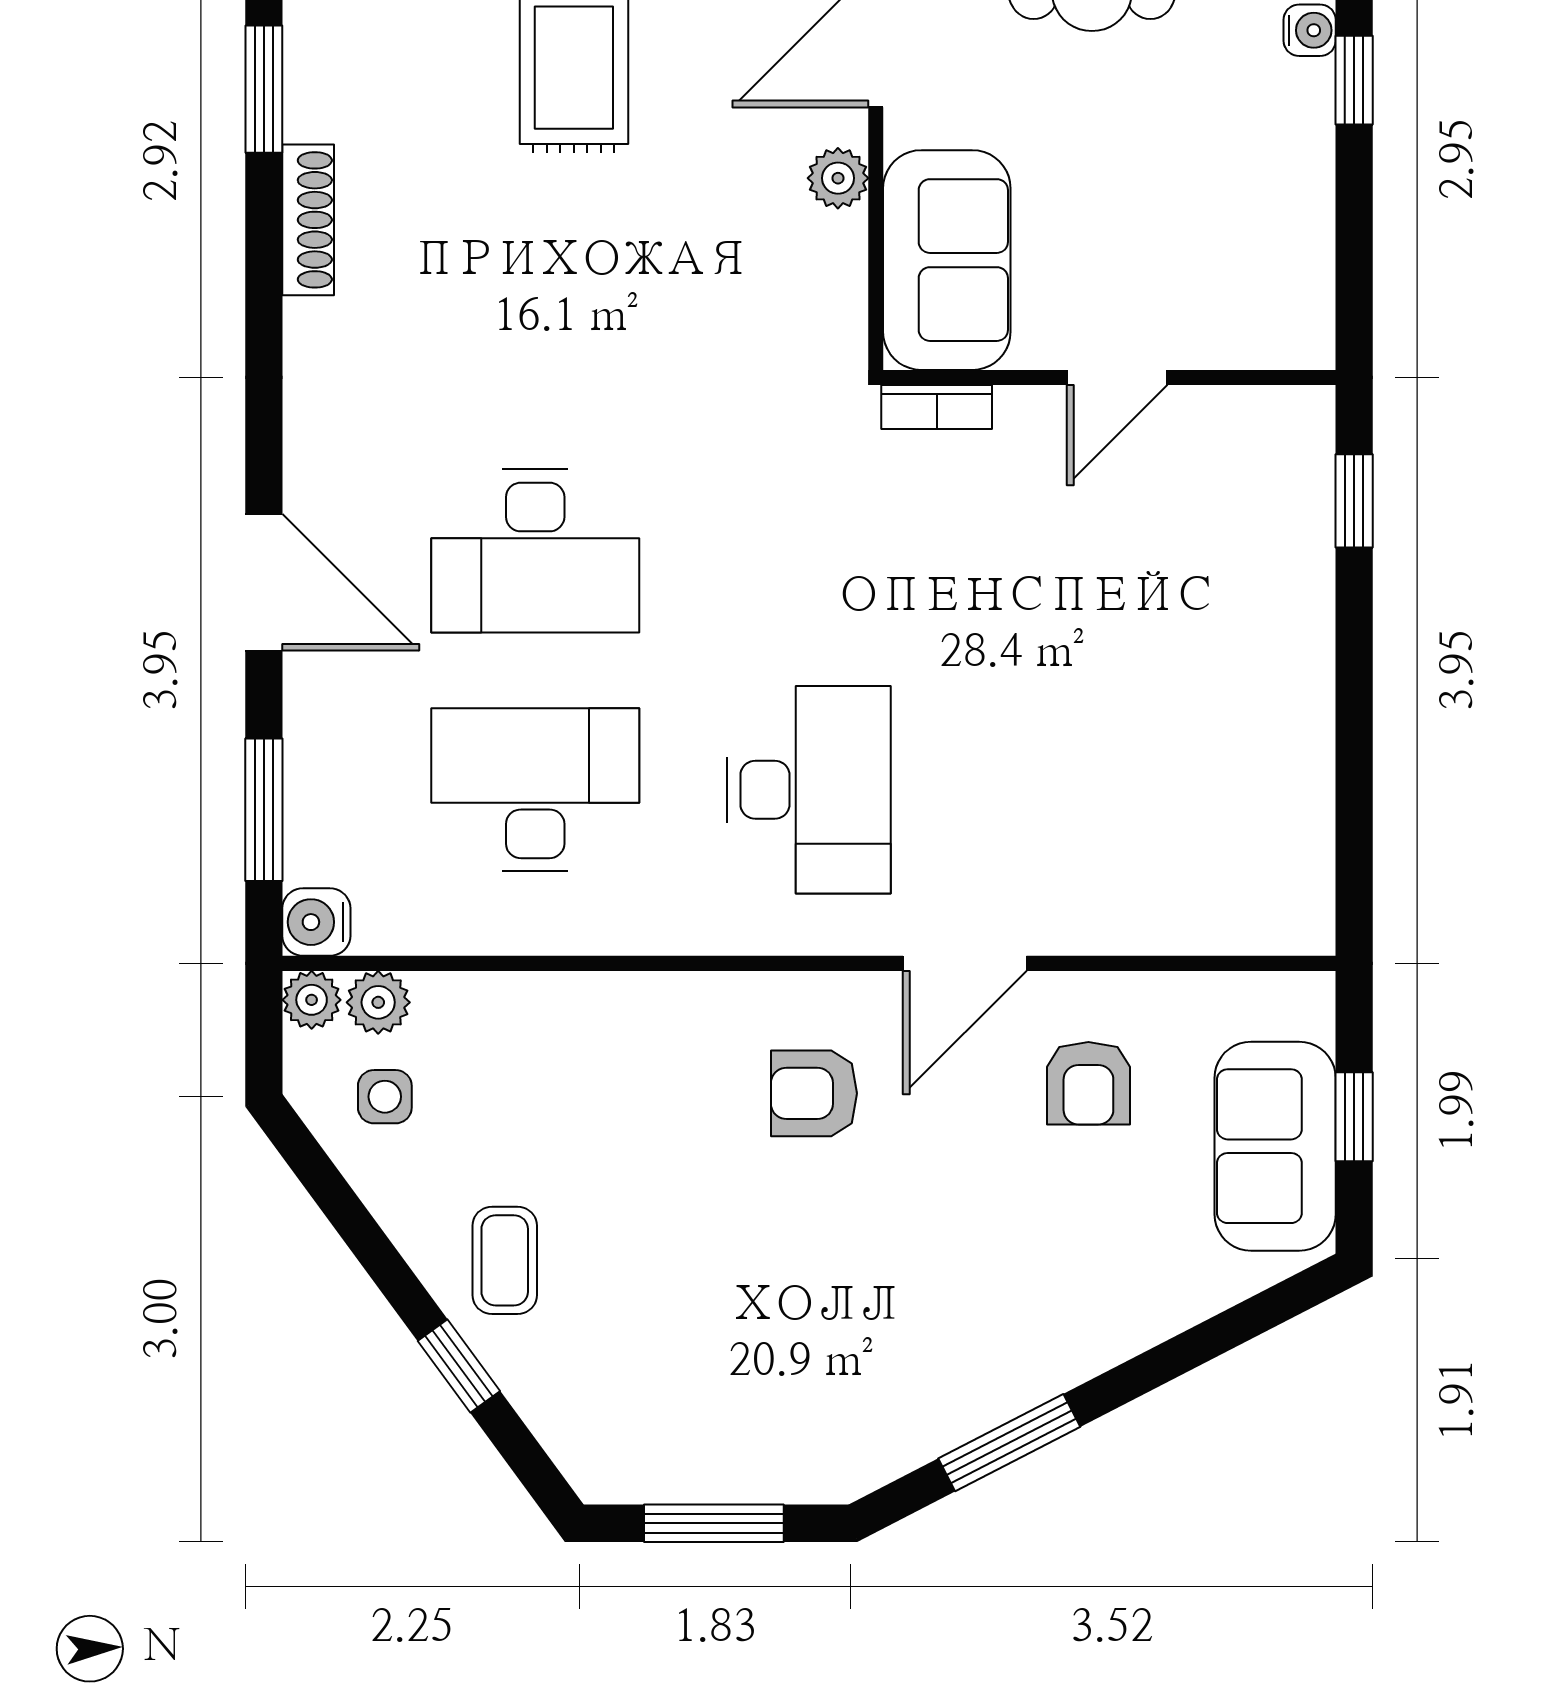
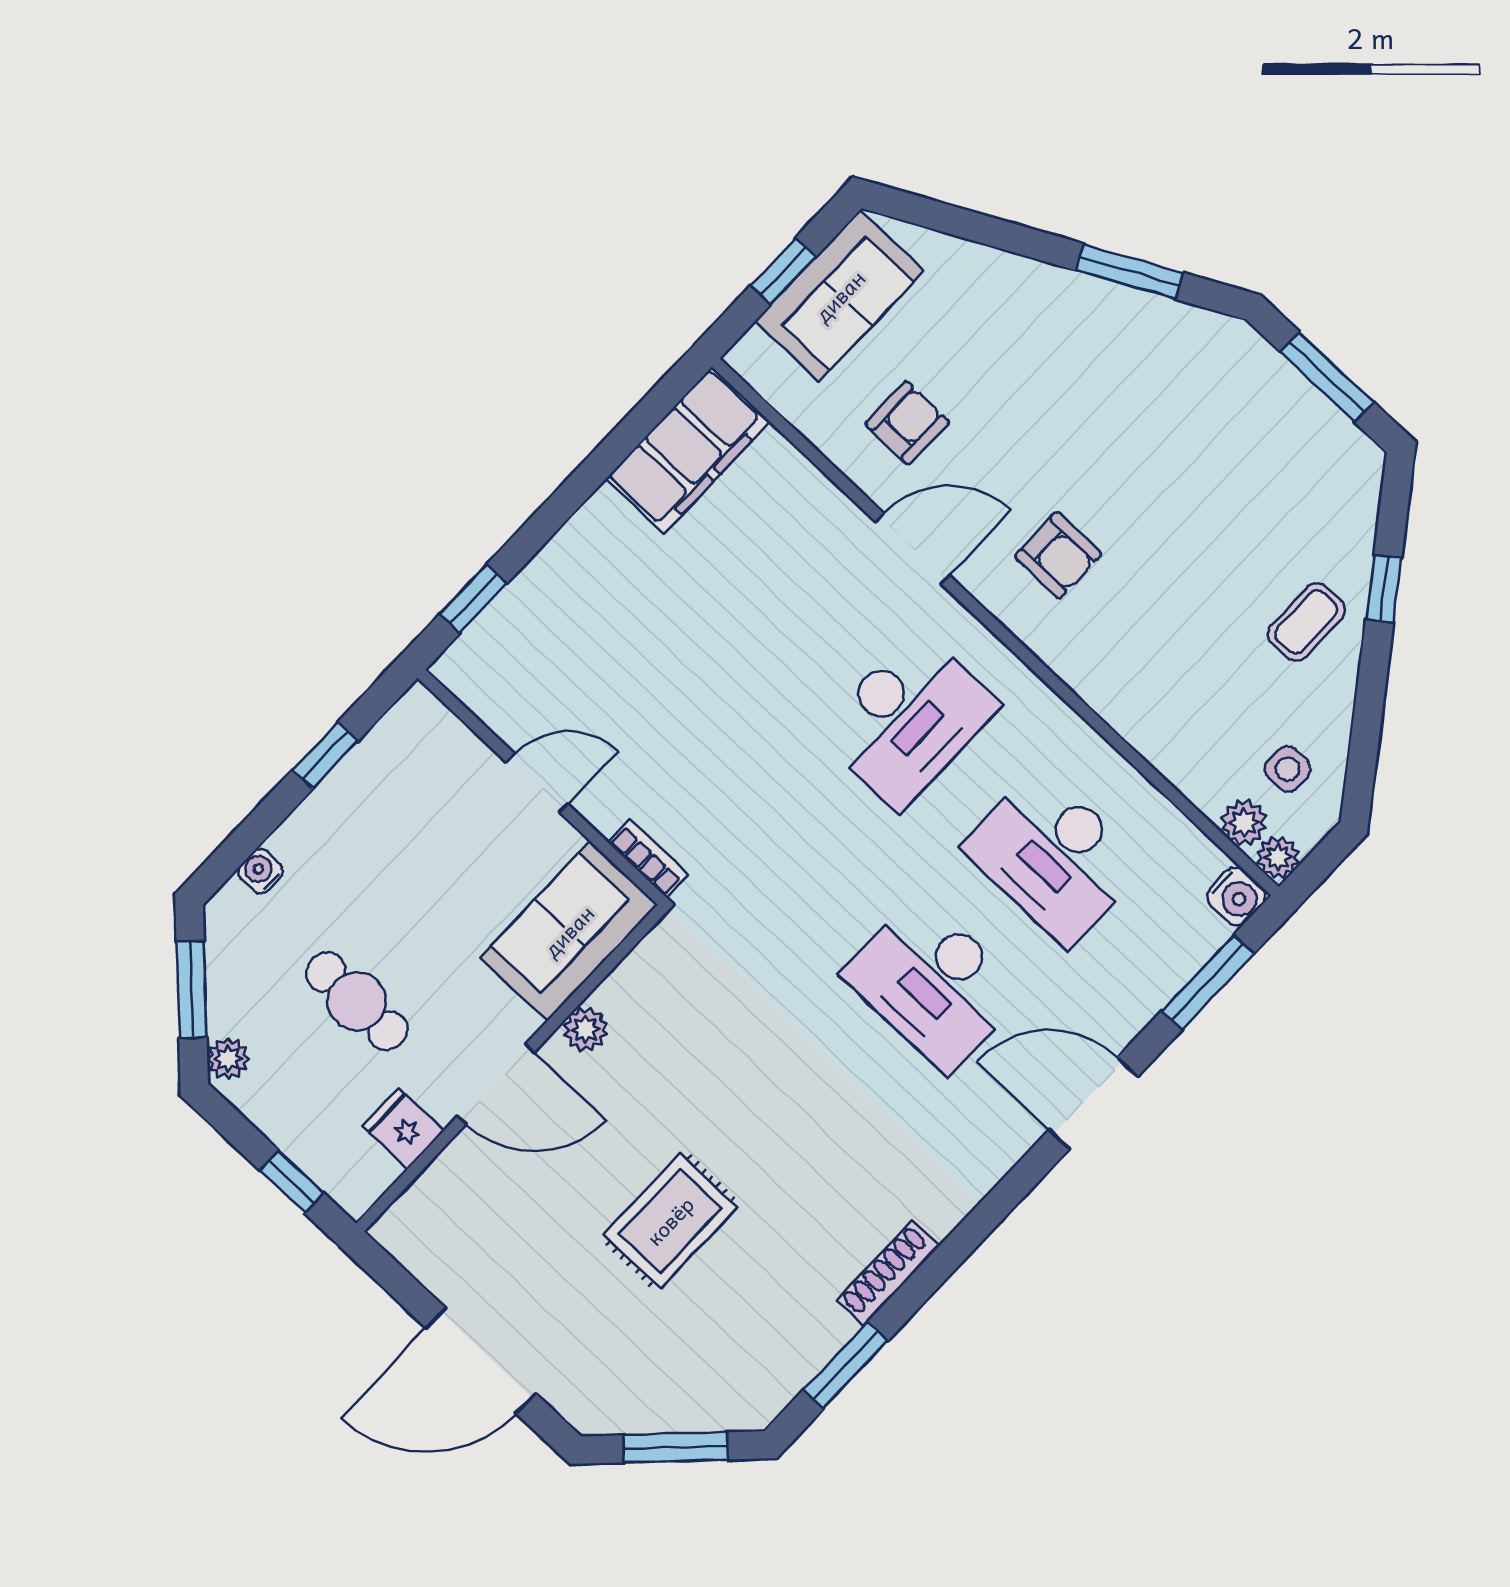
window: (1354, 80) -> (325, 755), moved
desk: (535, 551) -> (934, 983), turned 180
door: (264, 582) -> (1093, 1103), hinge flipped
desk: (809, 790) -> (908, 719), turned 180
filing cabinet: (1281, 850) -> (688, 450), added

